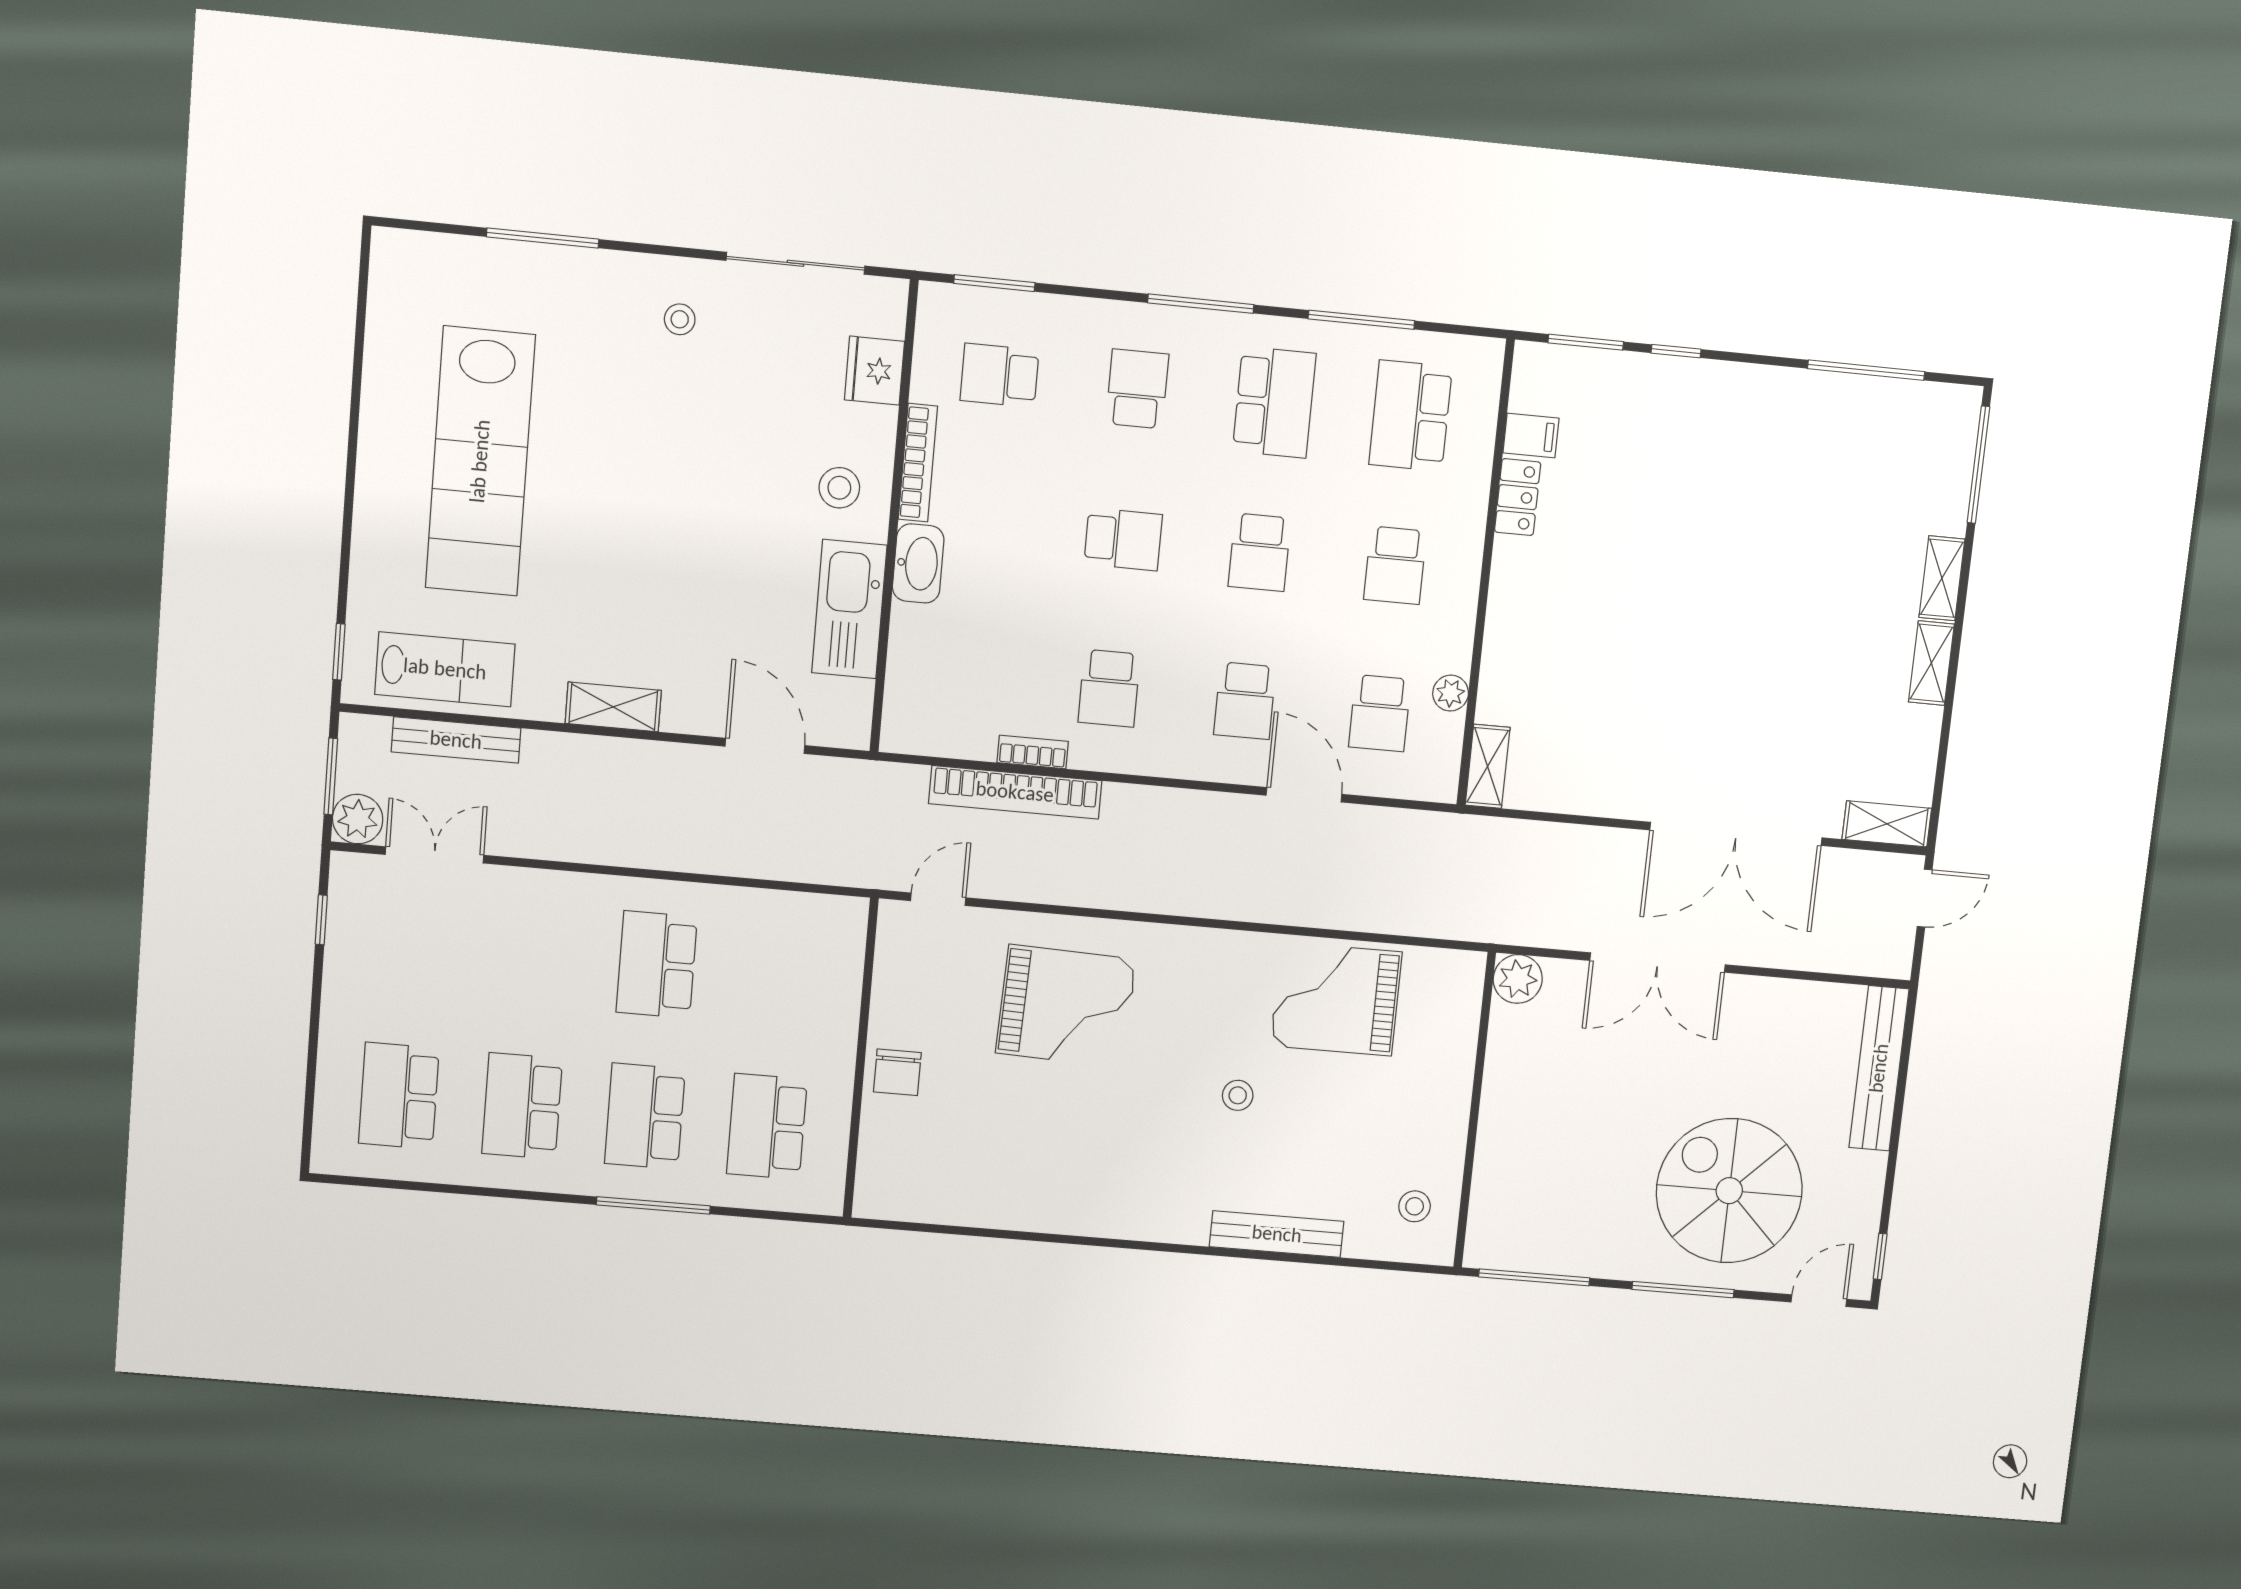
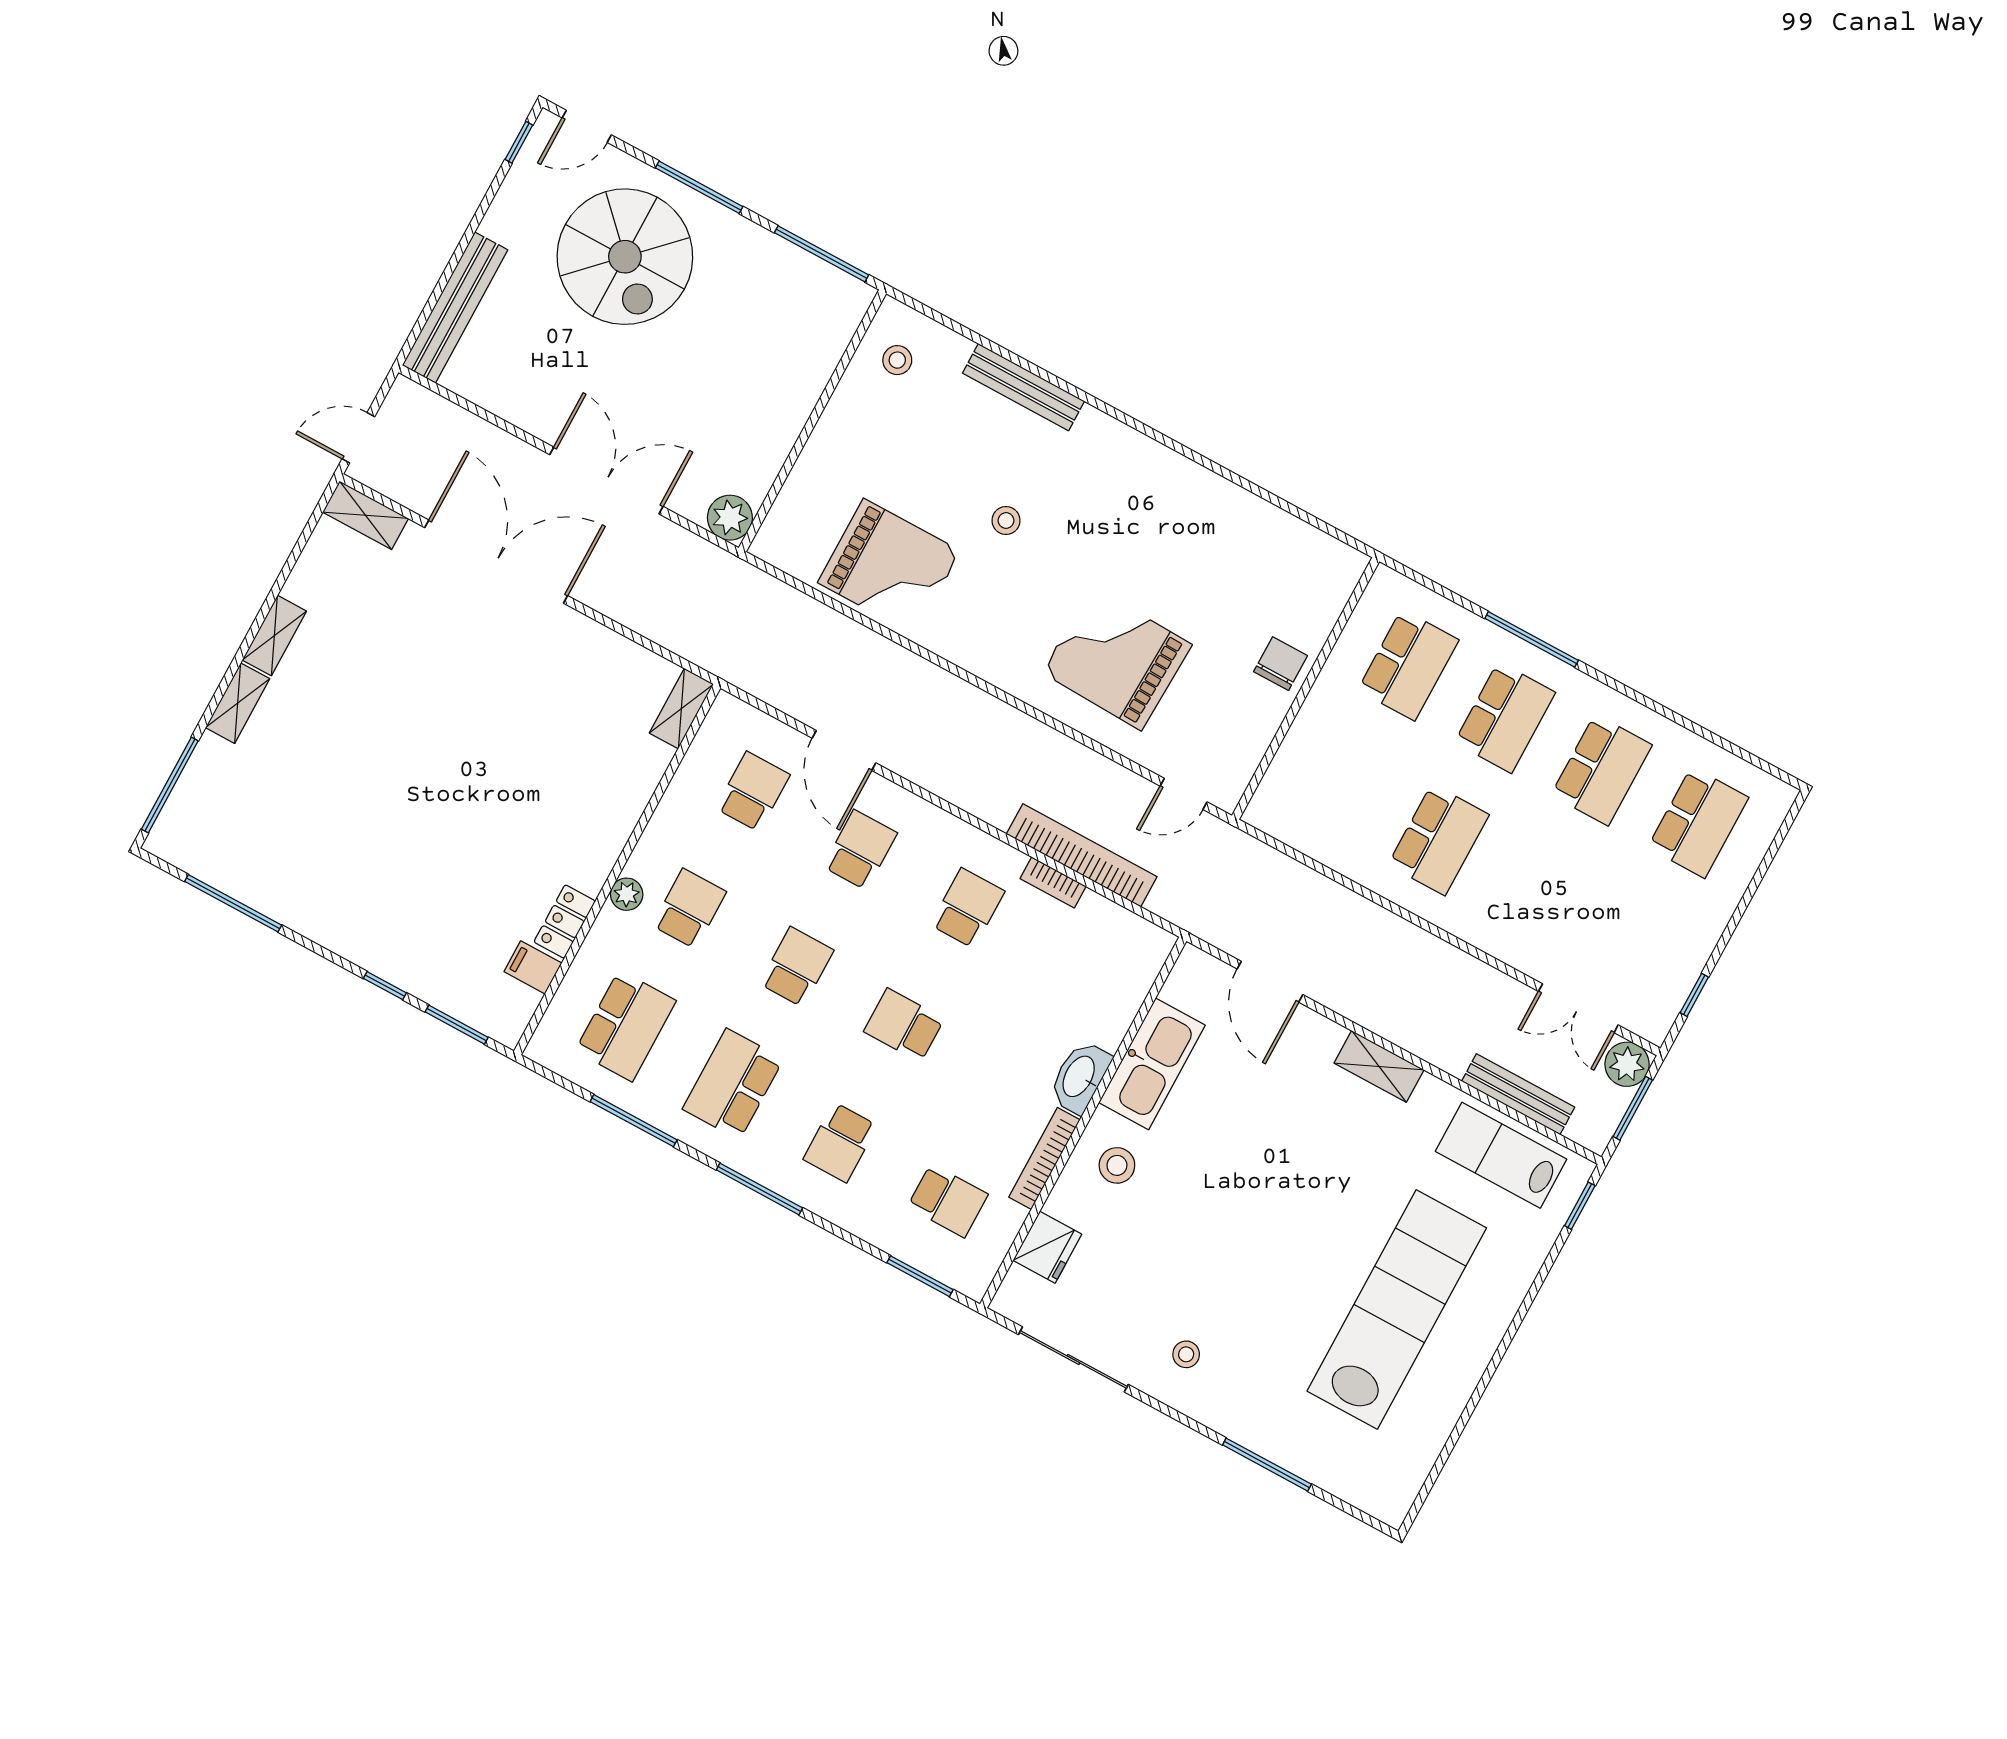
plant: (1451, 693) -> (627, 894), moved

